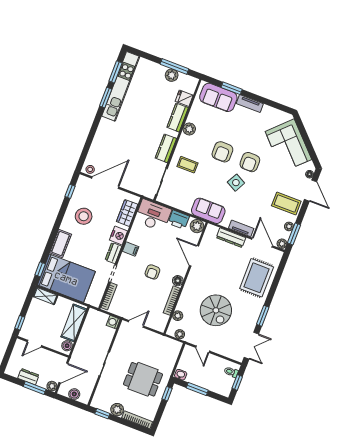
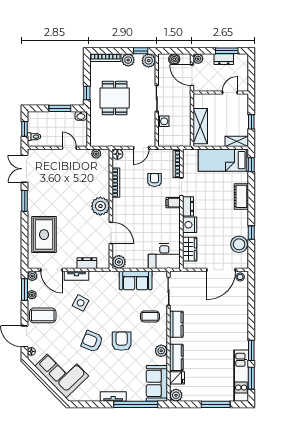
window: (174, 66) -> (216, 404), moved
plant: (172, 75) -> (176, 395), moved
kitchen unit: (121, 86) -> (241, 376), width x0.73
window: (232, 88) -> (136, 404), width x2.11
sofa: (218, 97) -> (157, 383), moved, turned -90
armchair: (250, 162) -> (92, 341), turned -68
side table: (236, 183) -> (81, 303), moved
window: (70, 191) -> (251, 233), moved
sofa: (208, 211) -> (136, 280), moved
stool: (84, 216) -> (239, 244), moved
printer: (179, 220) -> (138, 261), removed
dresser: (231, 238) -> (87, 263), width x0.70
filing cabinet: (131, 249) -> (173, 203), moved
armchair: (152, 272) -> (155, 180), moved
bed: (66, 278) -> (223, 160), width x0.67
floor lamp: (178, 281) -> (117, 154), moved
spiral stairs: (216, 310) -> (71, 189), removed
plant: (178, 316) -> (100, 206), moved, width x1.88, depth x1.88
washing machine: (113, 322) -> (163, 121), moved
window: (20, 323) -> (251, 122), moved
boiler: (67, 346) -> (198, 102), removed
door: (63, 373) -> (192, 75), hinge flipped
dining table: (143, 379) -> (115, 98), turned 90
window: (35, 388) -> (227, 51), moved
plant: (98, 402) -> (149, 61), added

